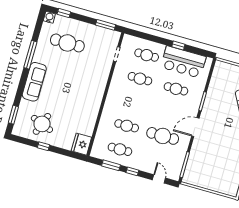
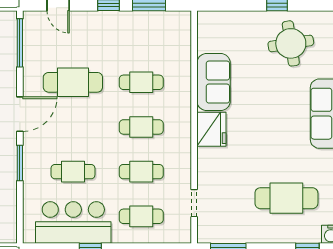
sofa: (88, 115) -> (214, 82), added
round table: (42, 124) -> (291, 43), turned -30
fridge: (81, 144) -> (211, 129), moved
cafe table: (120, 149) -> (141, 127), moved

